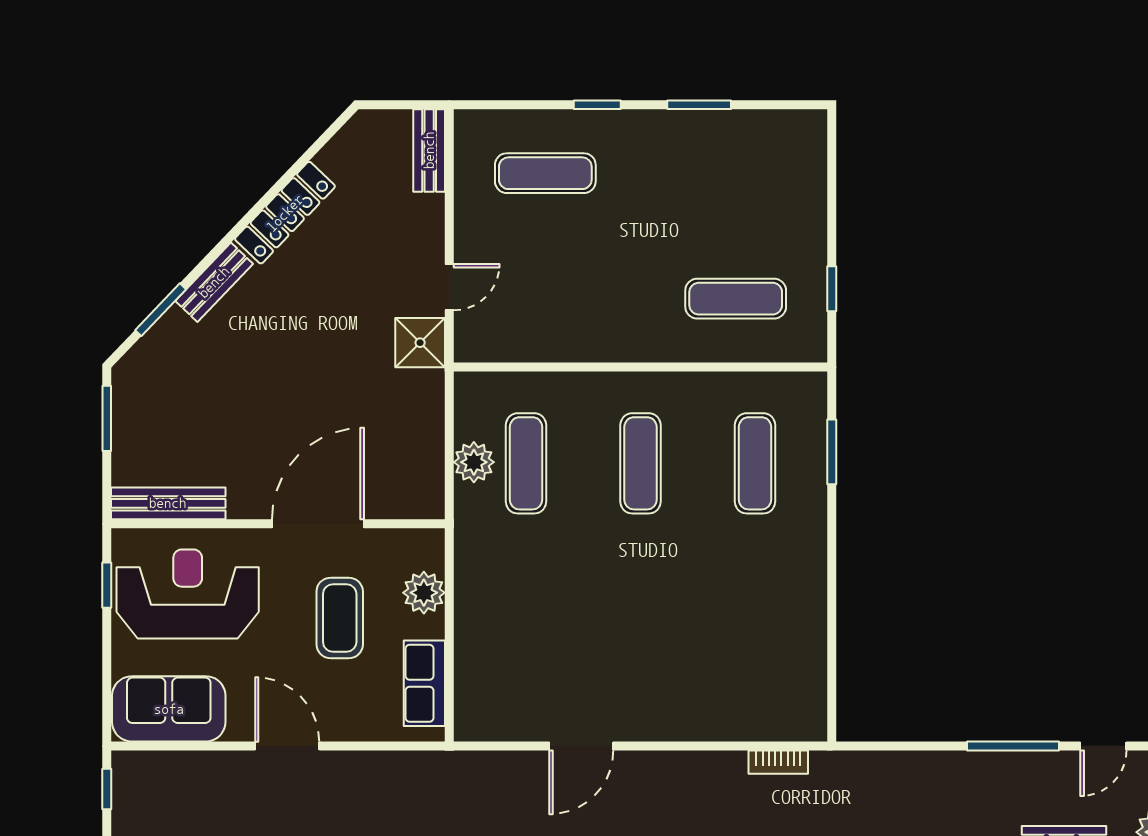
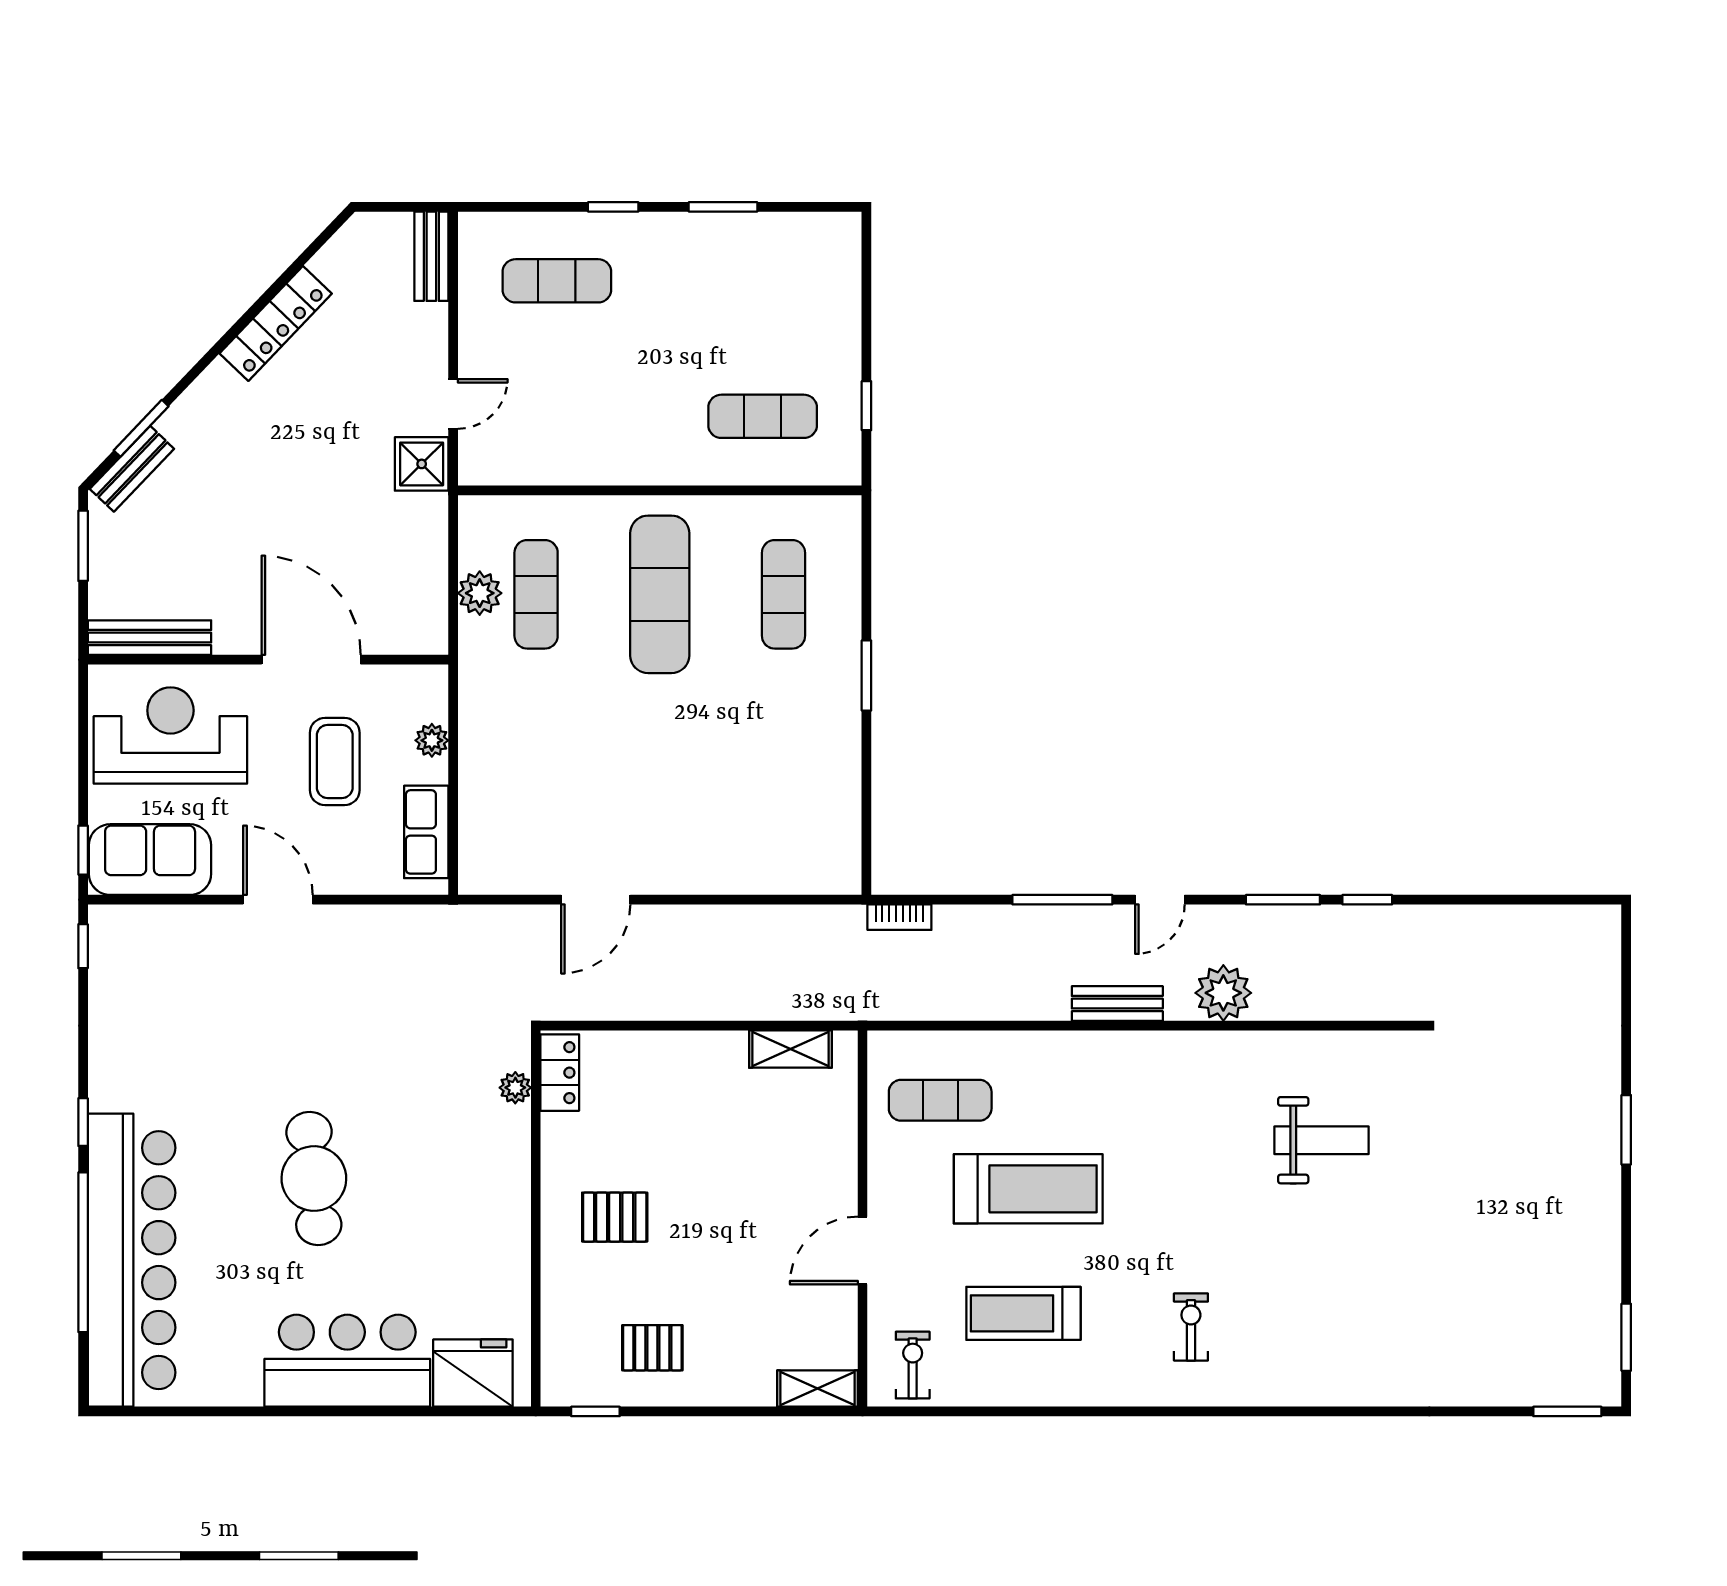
bench: (214, 282) -> (132, 469), moved
window: (832, 452) -> (866, 676), moved
exercise mat: (640, 463) -> (660, 594), width x1.36, depth x1.45
door: (318, 524) -> (311, 660), hinge flipped
window: (107, 585) -> (83, 850), moved
plant: (424, 593) -> (432, 740), width x0.73, depth x0.73
bookcase: (778, 762) -> (899, 917), moved

